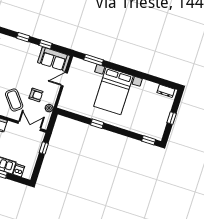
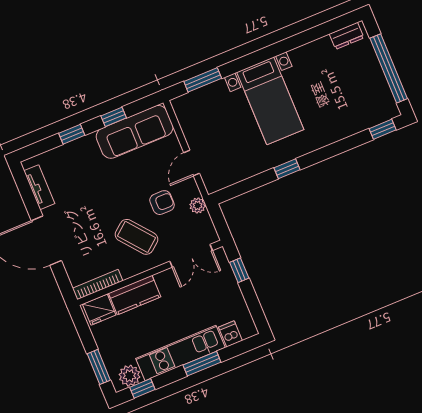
sofa: (54, 59) -> (135, 132), width x1.36
door: (64, 79) -> (192, 163), moved
bed with nightstands: (113, 91) -> (270, 101), width x0.73
window: (172, 118) -> (389, 68), width x3.17
double door: (29, 126) -> (191, 256), swing flipped

